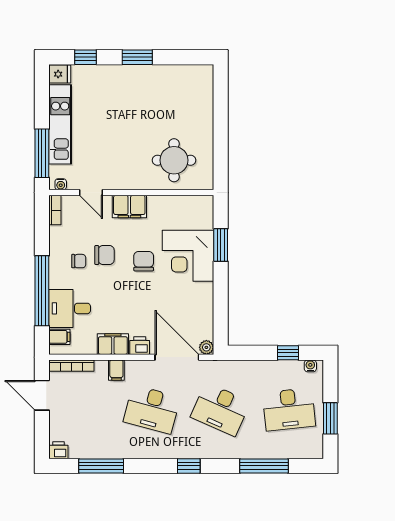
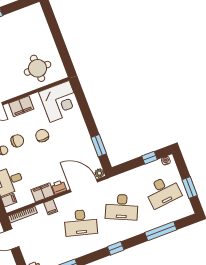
window: (221, 245) -> (99, 146), moved
corner desk: (188, 256) -> (60, 101), moved, turned -90

